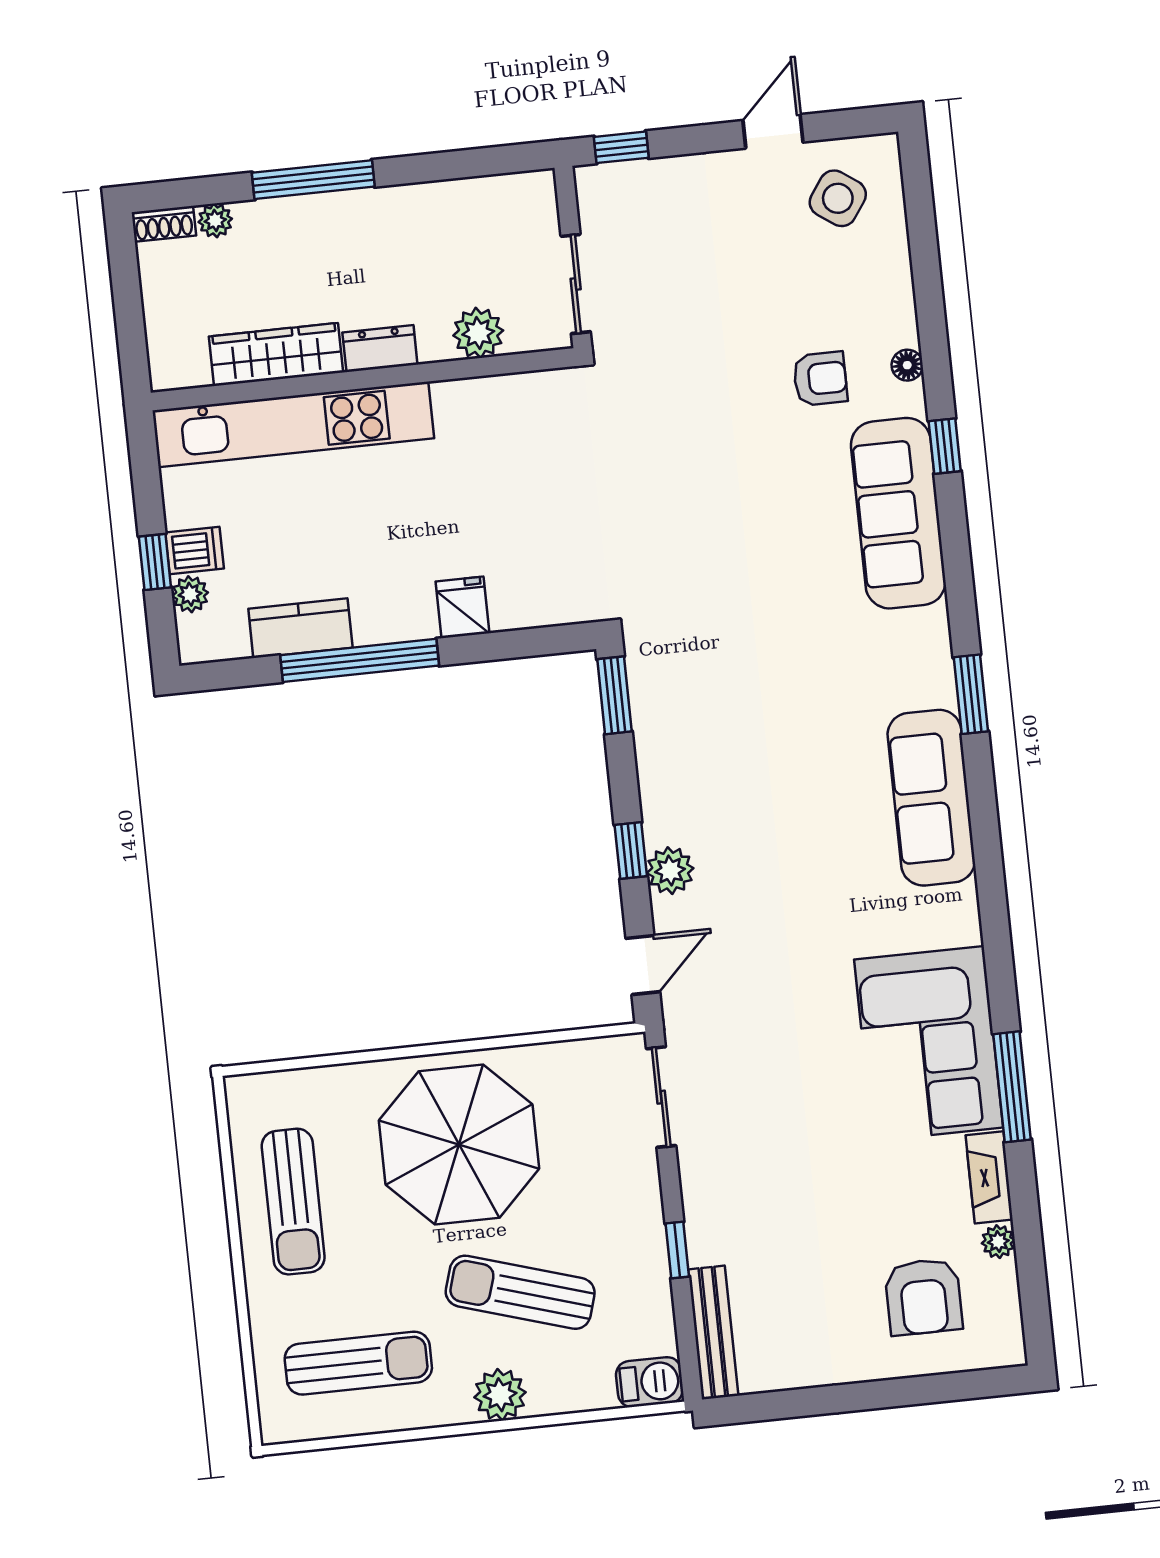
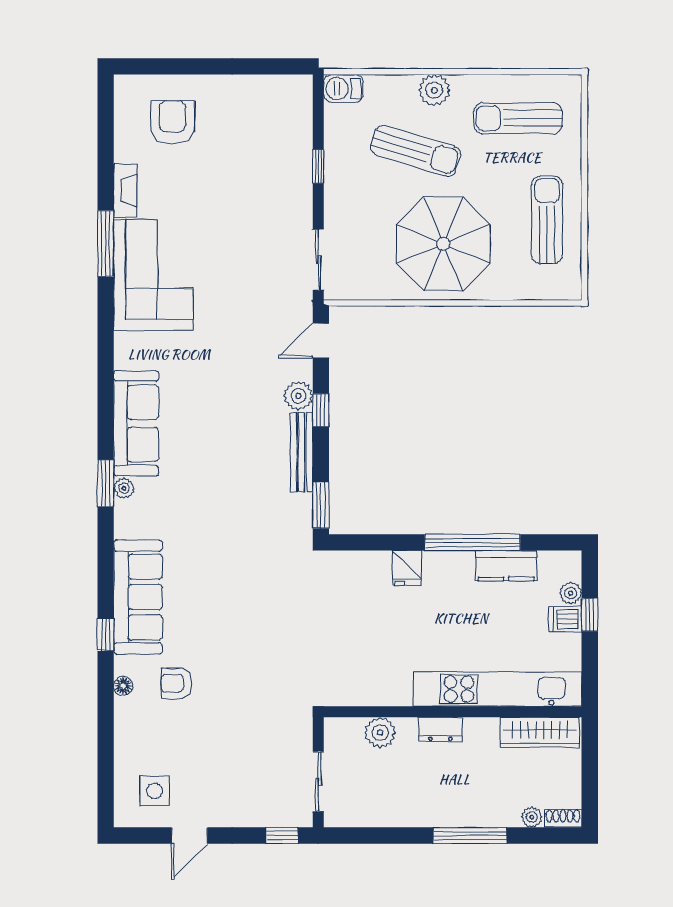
side table: (838, 198) -> (155, 791), turned -35
sliding door: (576, 284) -> (318, 782), moved
wardrobe: (276, 354) -> (540, 732), moved
plant: (998, 1242) -> (124, 488), moved
bench: (713, 1333) -> (302, 452), moved

